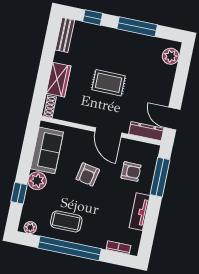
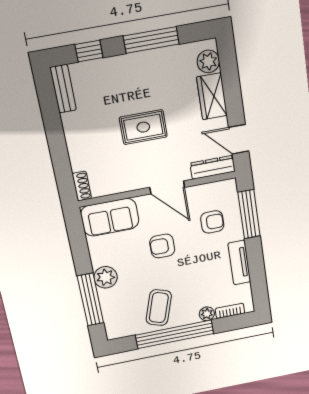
wardrobe: (59, 80) -> (212, 96), moved, turned 180
sofa: (47, 150) -> (110, 217), moved, turned 90
armchair: (88, 174) -> (162, 246), turned 79
window: (19, 193) -> (90, 300), width x2.17
coffee table: (66, 221) -> (159, 308), turned -72
plant: (30, 228) -> (207, 314), moved

